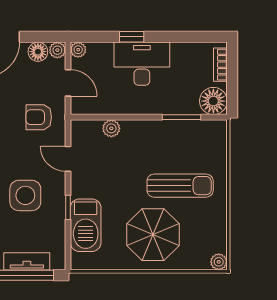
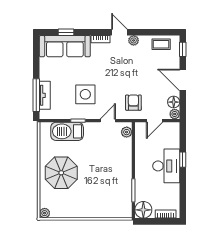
plant: (78, 50) -> (175, 127), removed
plant: (111, 128) -> (127, 132), moved
sun lounger: (180, 186) -> (91, 189), removed

